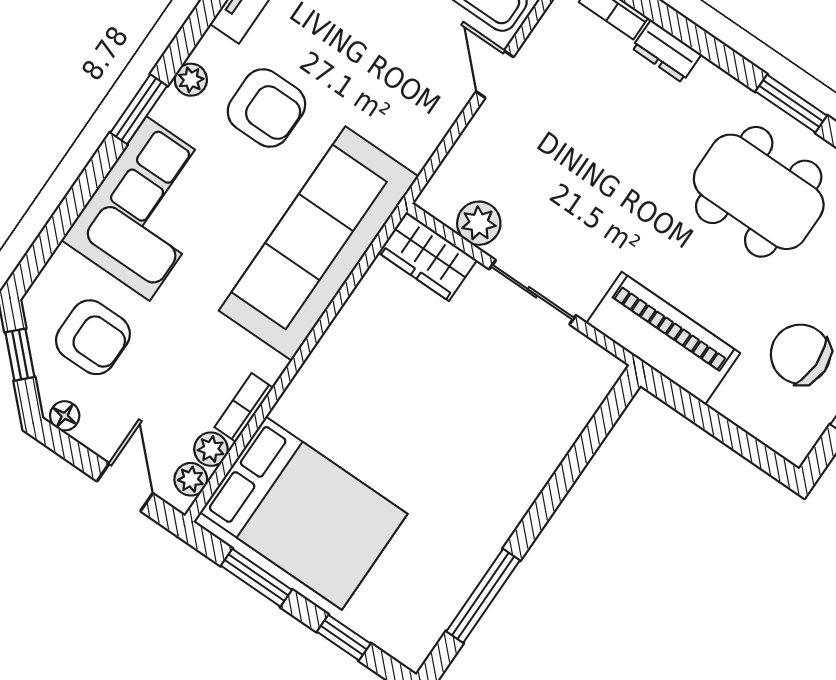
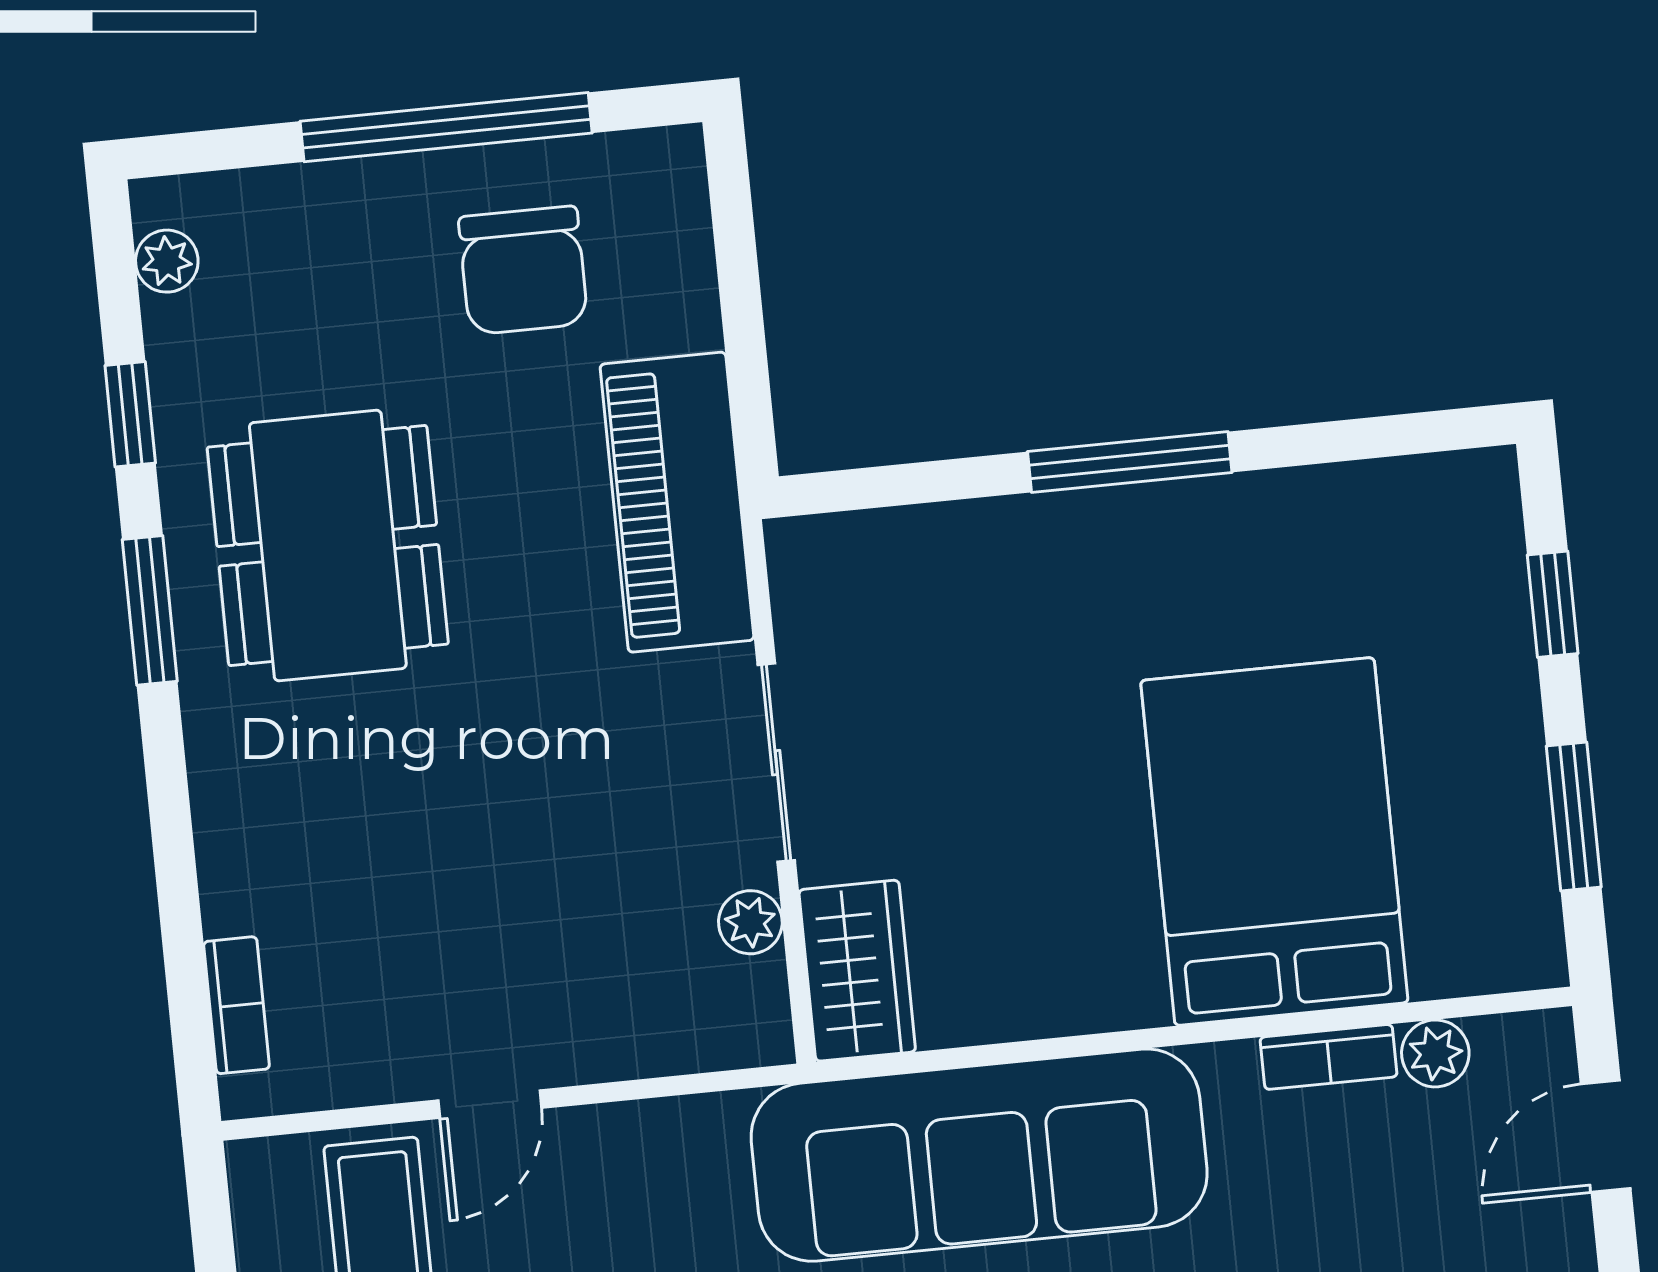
dresser: (667, 51) -> (231, 870), removed
plant: (479, 223) -> (750, 922), width x0.73, depth x0.73
plant: (191, 479) -> (1508, 1045), removed
bed: (304, 513) -> (1274, 842), moved
window: (483, 596) -> (1130, 462), moved

